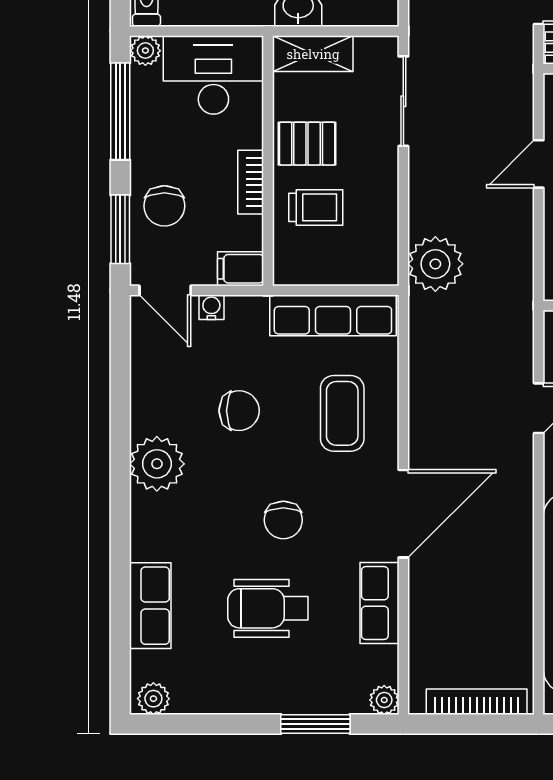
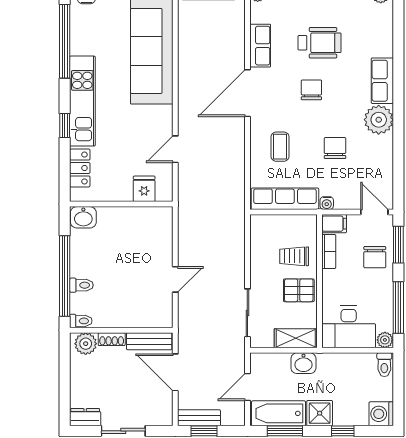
bookcase: (251, 182) -> (329, 251), moved
chair: (164, 206) -> (375, 257), turned 180
plant: (435, 264) -> (230, 226), removed
water cooler: (211, 307) -> (327, 203), moved
chair: (239, 411) -> (335, 148), turned 90
coffee table: (342, 413) -> (280, 147), width x0.73, depth x0.77
row of seats: (150, 606) -> (382, 81), moved

